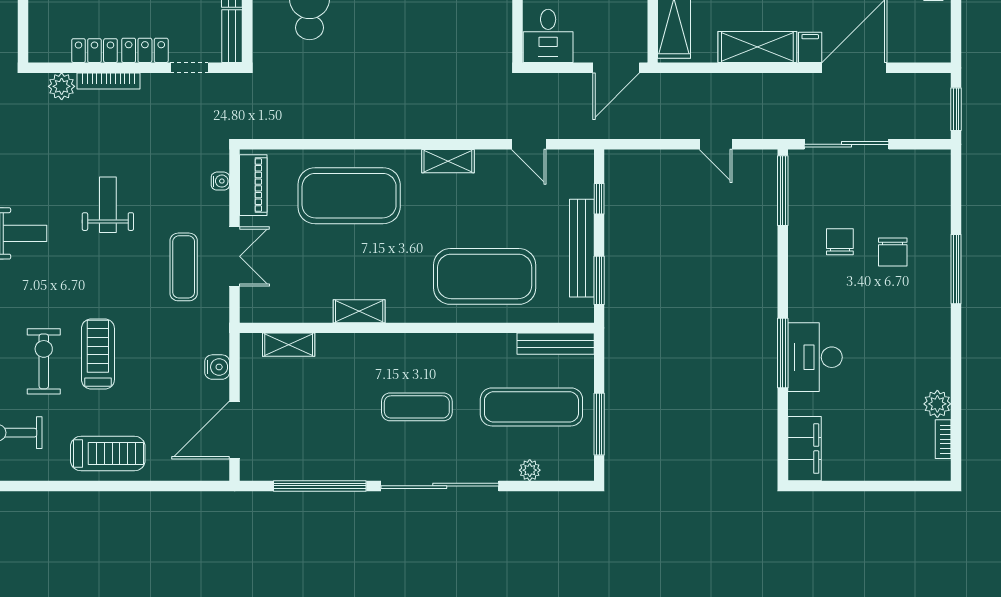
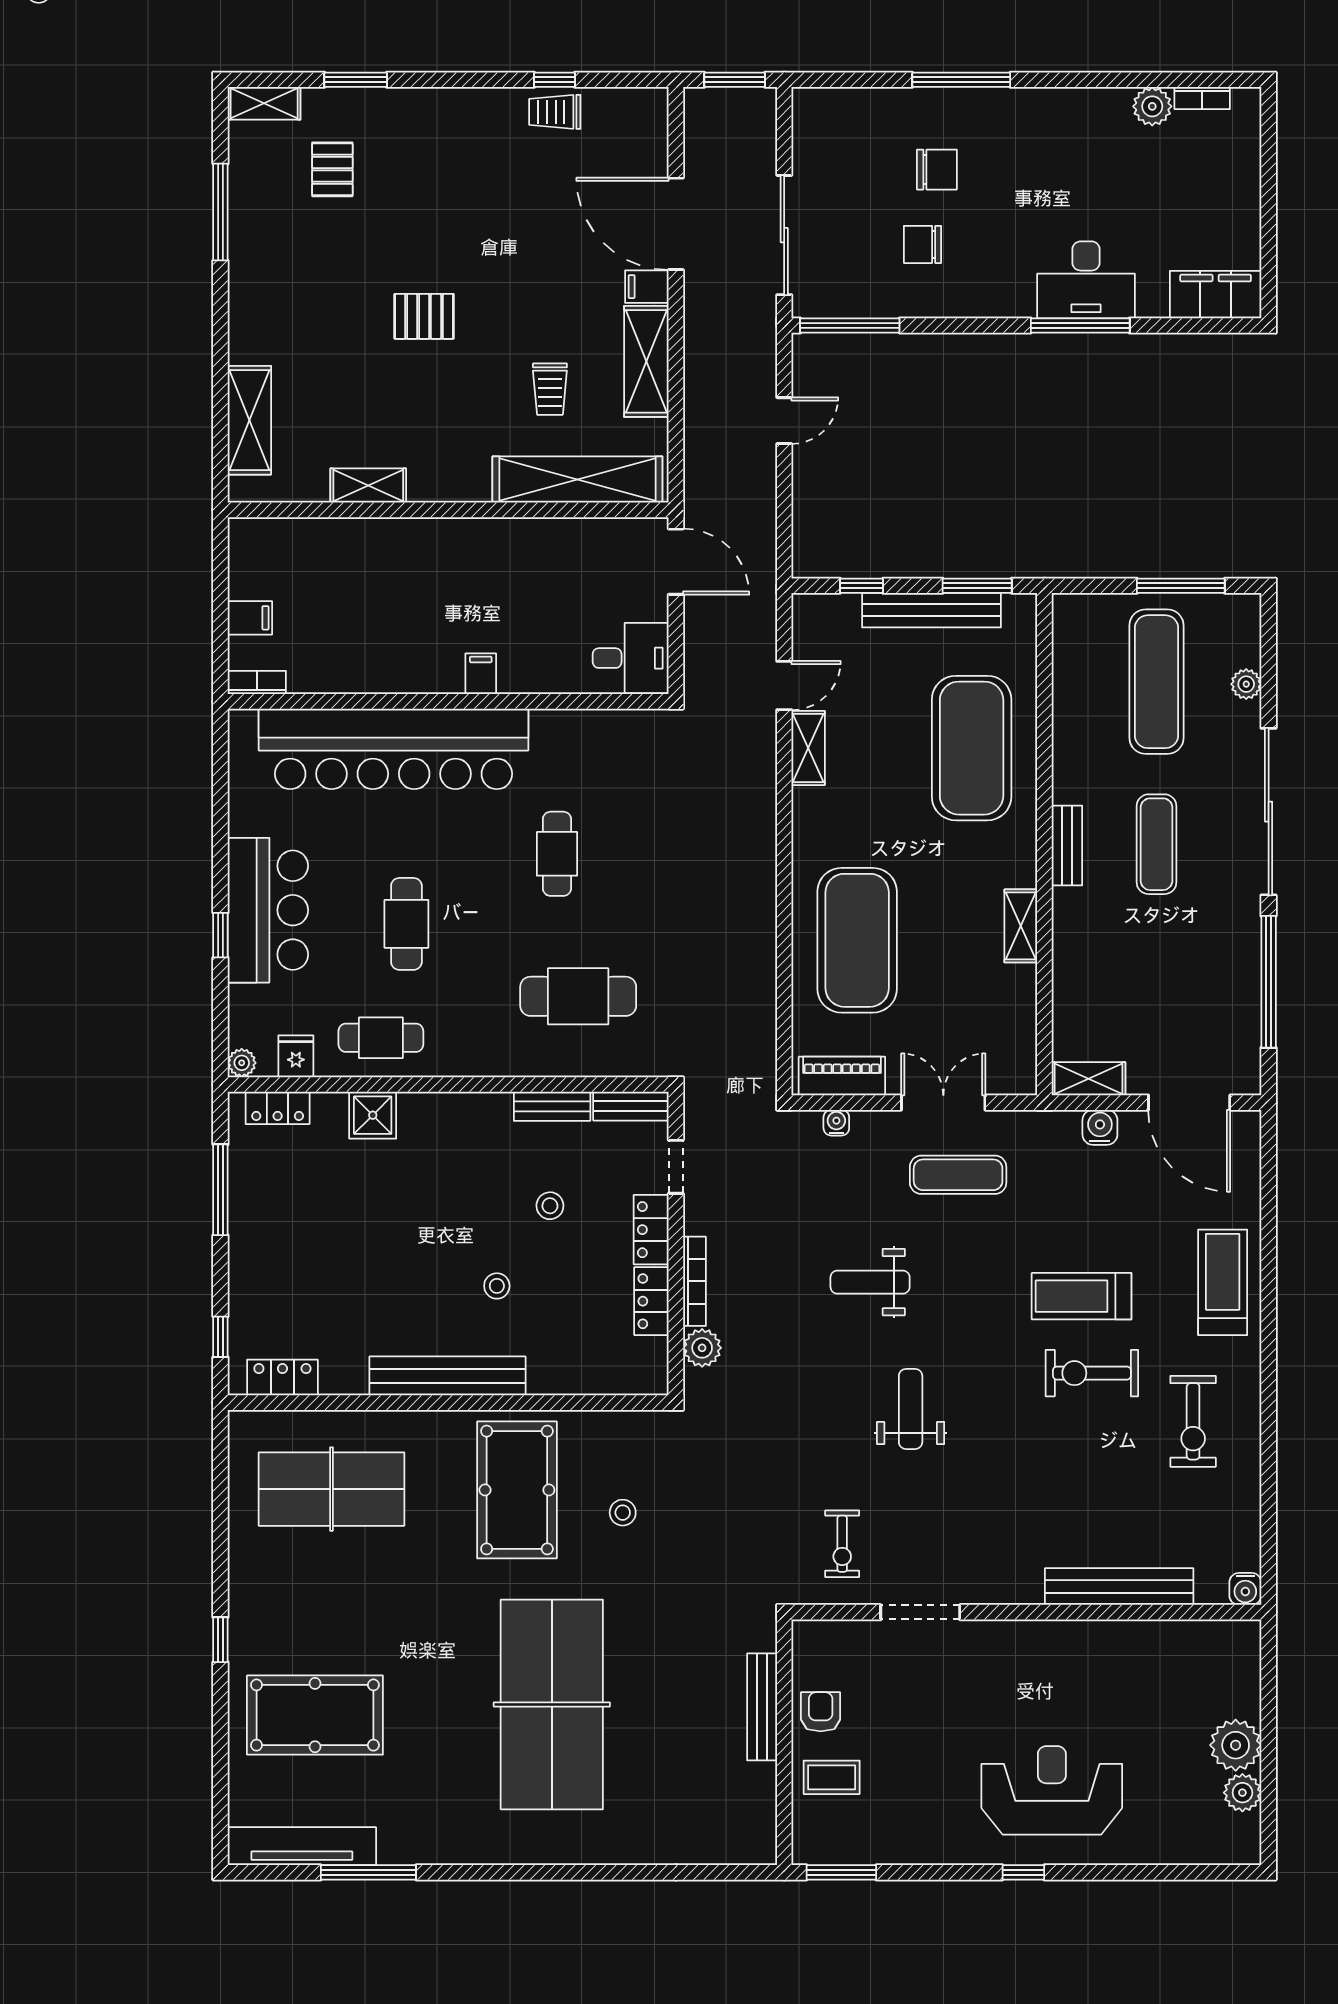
shelving: (448, 161) -> (808, 748), moved
bench: (556, 344) -> (1067, 845), moved, width x0.73
shelving: (289, 345) -> (1088, 1079), moved, turned 90

